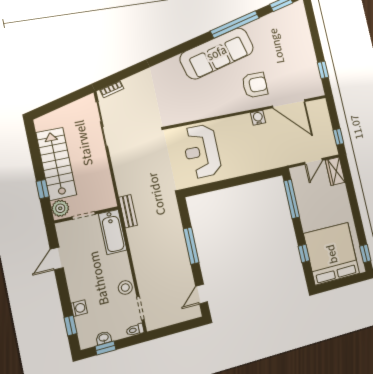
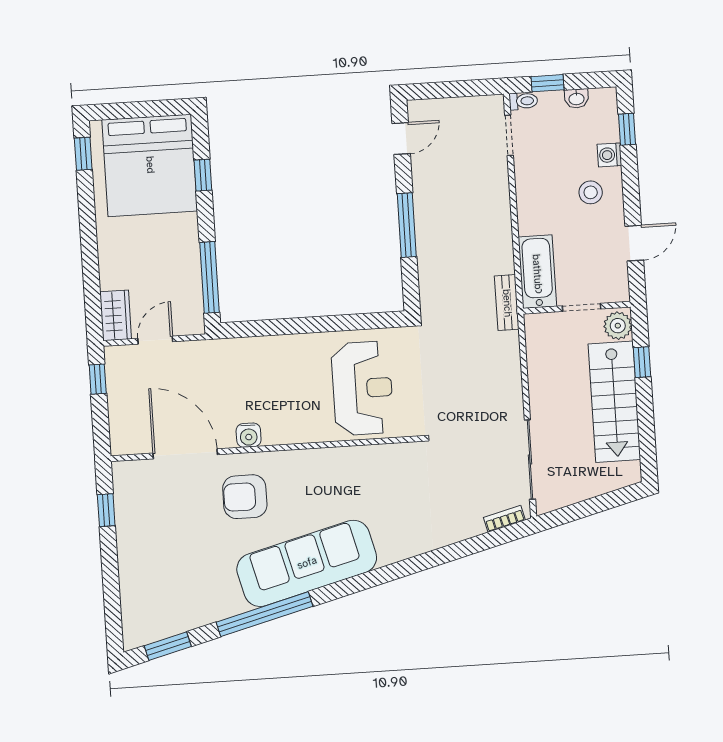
stool: (125, 288) -> (591, 192), moved
window: (106, 348) -> (547, 83), moved

